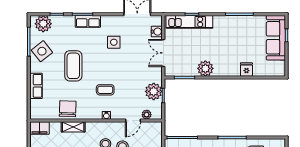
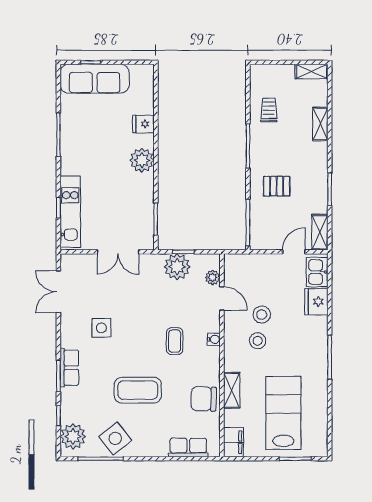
water cooler: (157, 32) -> (85, 262), removed
plant: (205, 68) -> (142, 160), moved
row of seats: (36, 86) -> (188, 448), moved

